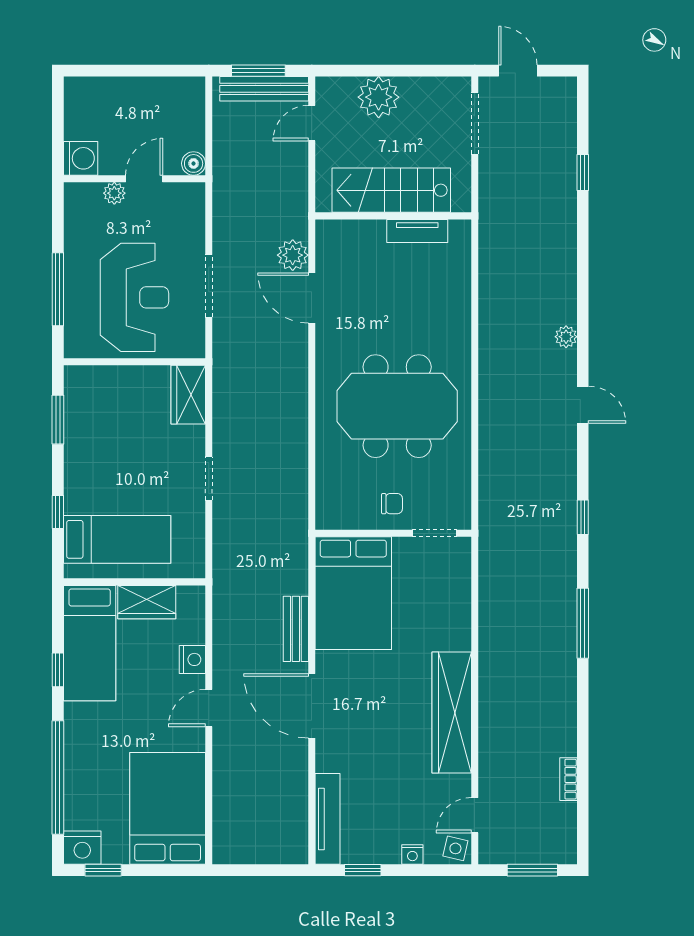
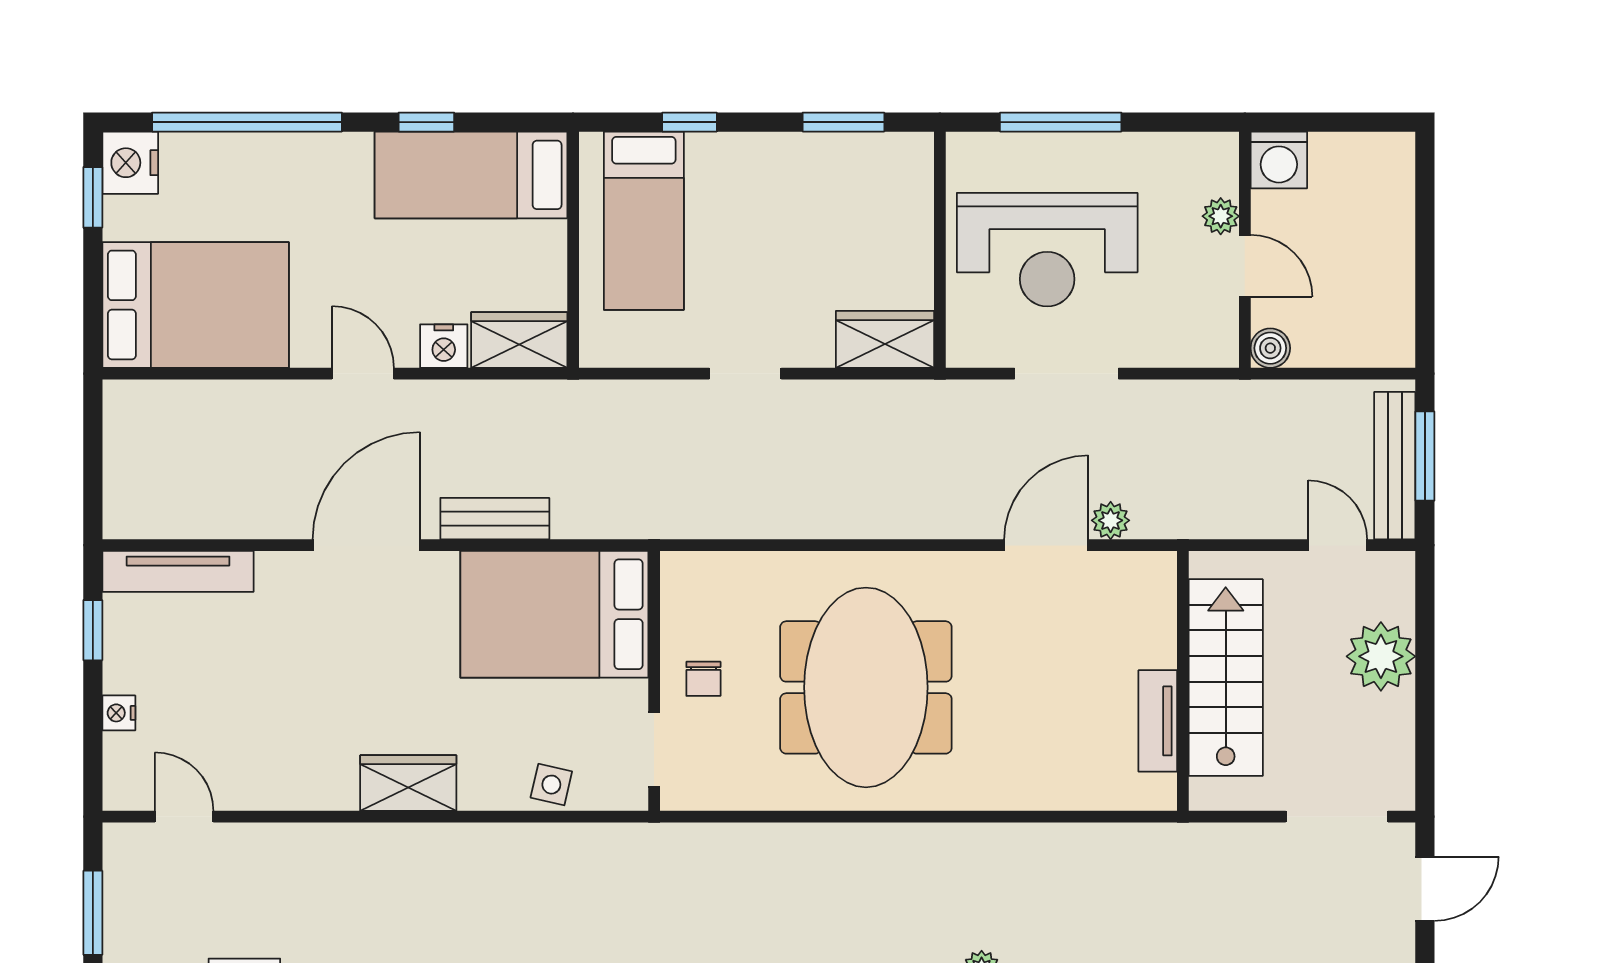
plant: (293, 255) -> (1111, 520), width x0.73, depth x0.73
wardrobe: (147, 602) -> (519, 340), moved, turned 90
wardrobe: (452, 712) -> (408, 783), width x0.48, depth x0.85
side table: (455, 848) -> (551, 785), moved

